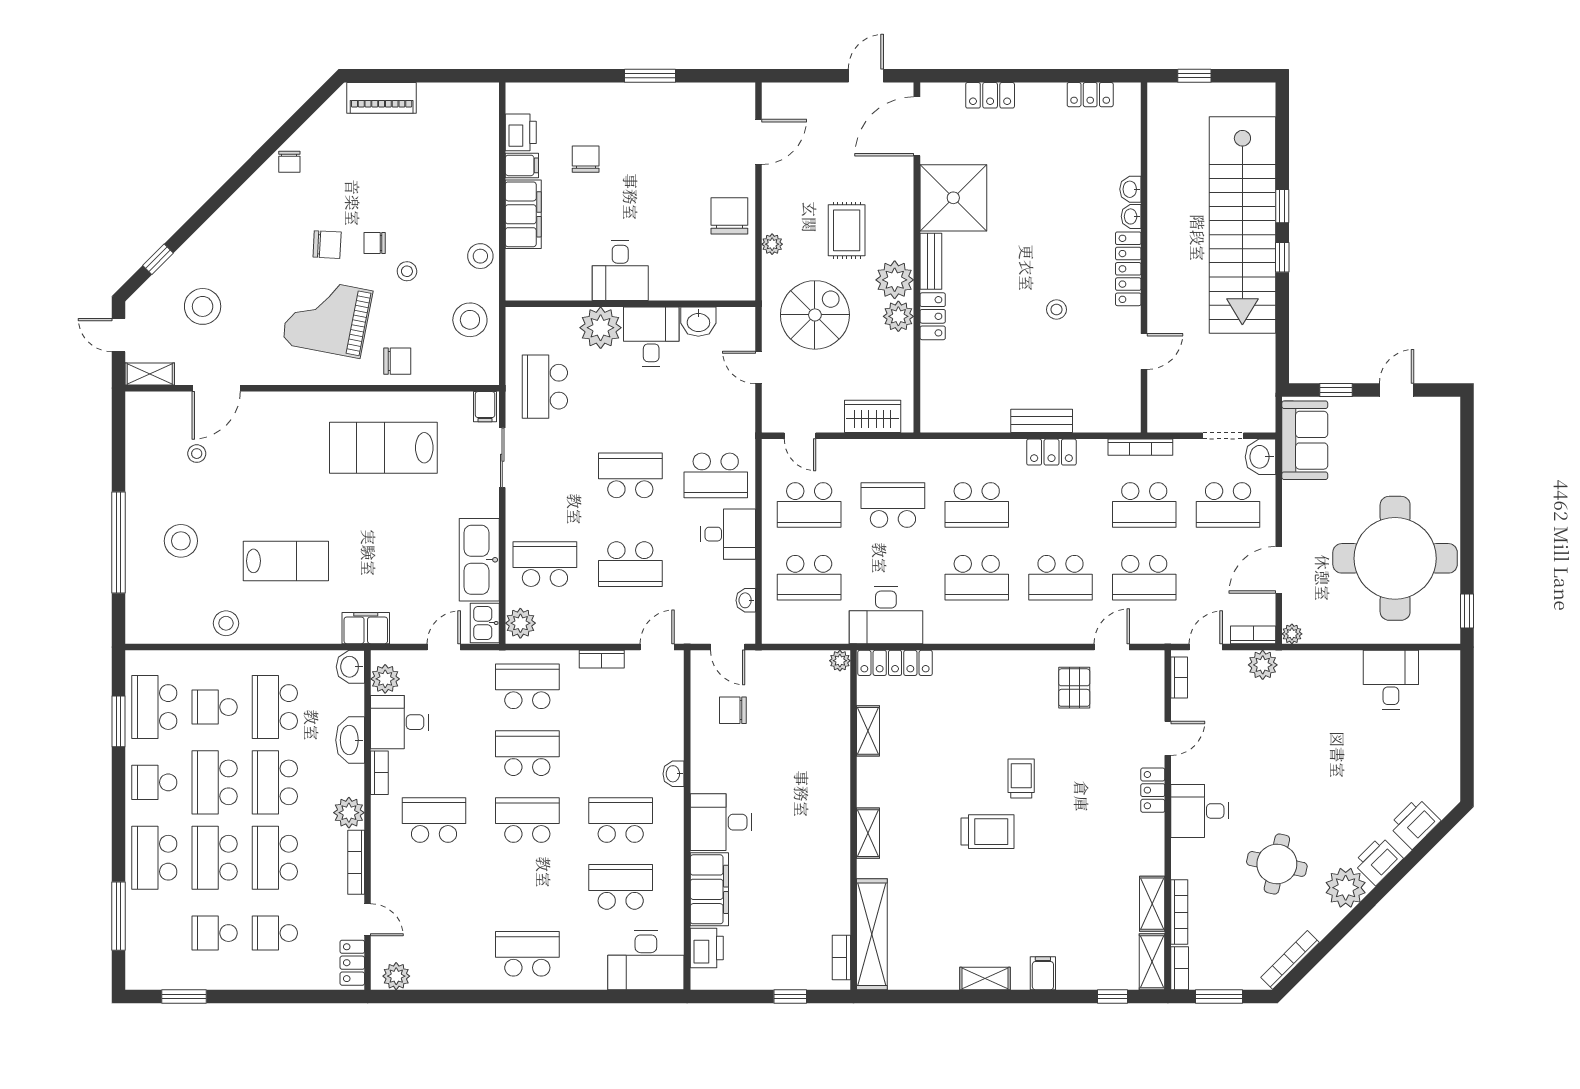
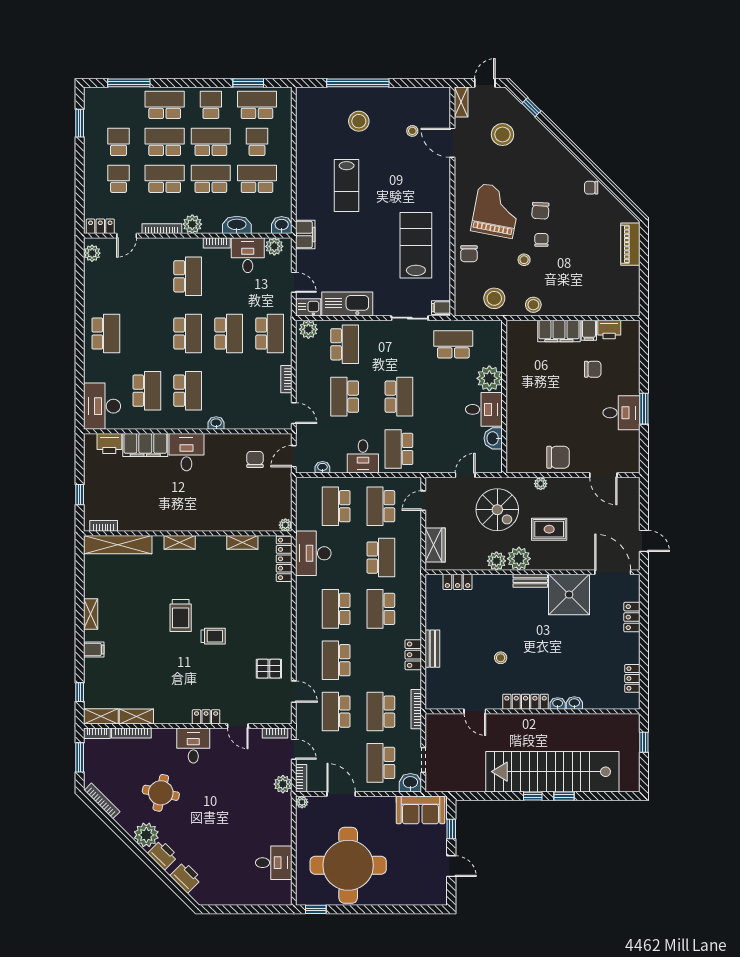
desk: (620, 270) -> (621, 413), moved, turned 180
locker: (933, 316) -> (458, 582), moved
stool: (226, 623) -> (308, 149), removed

